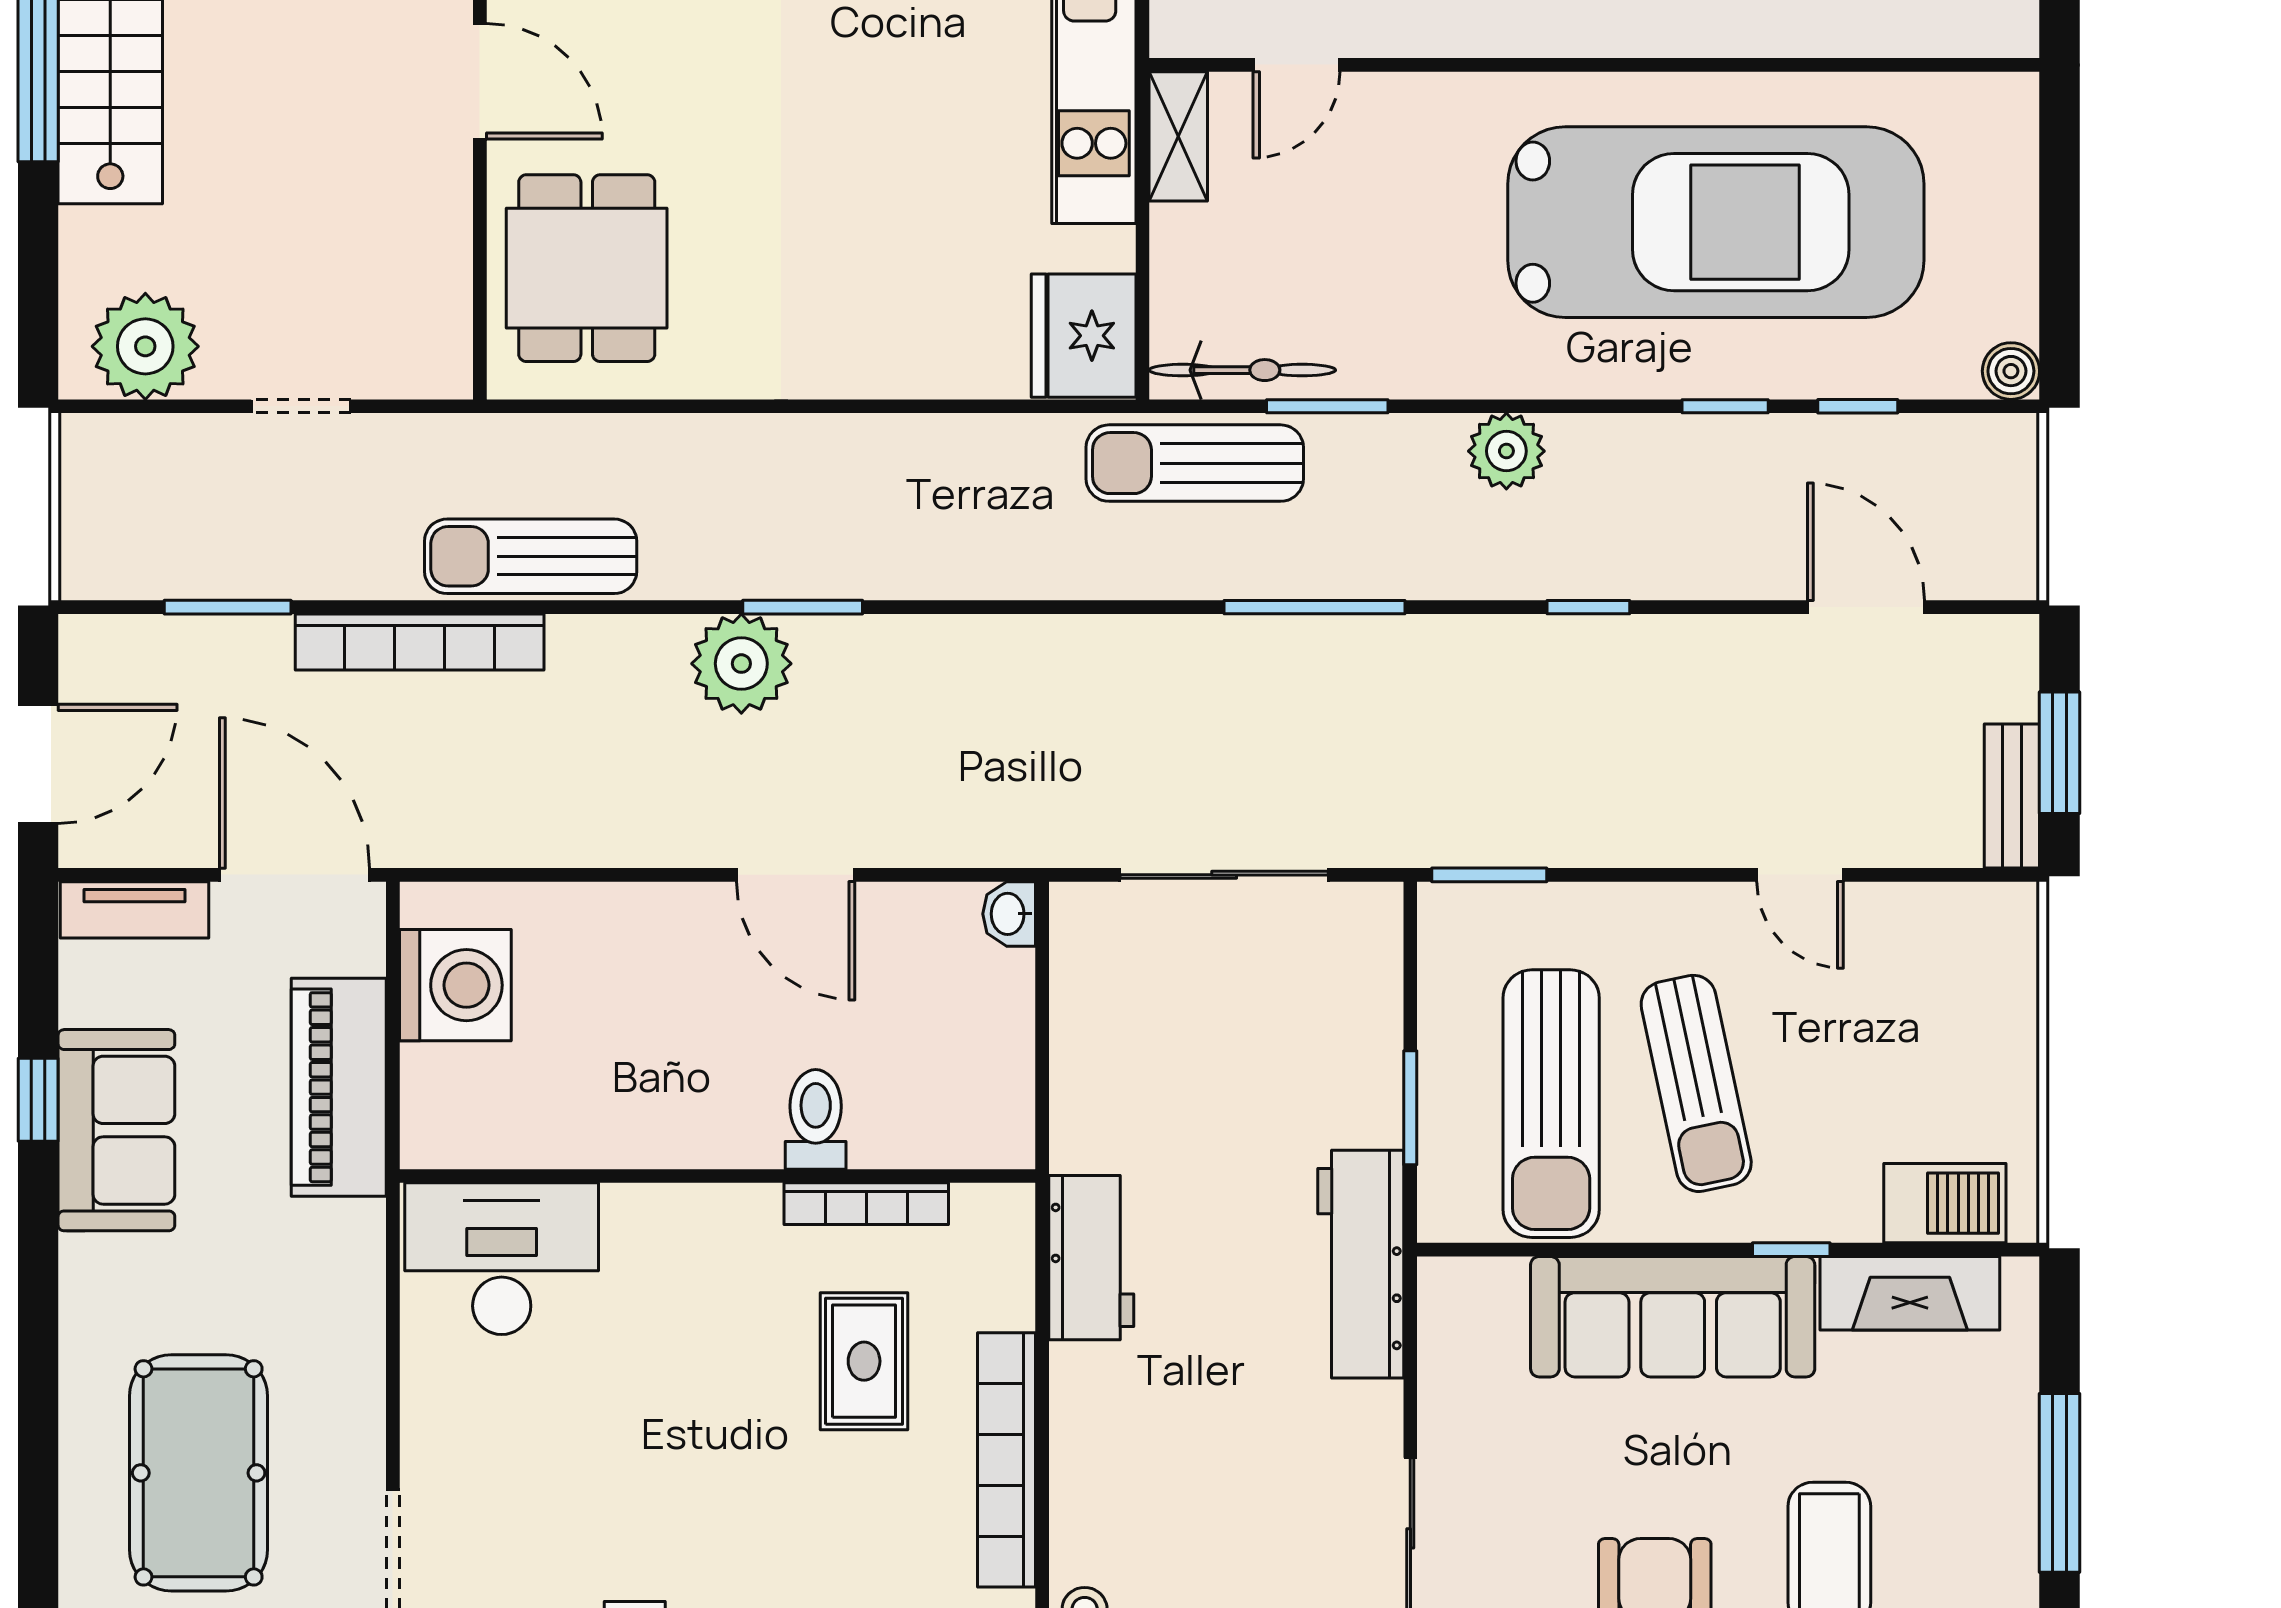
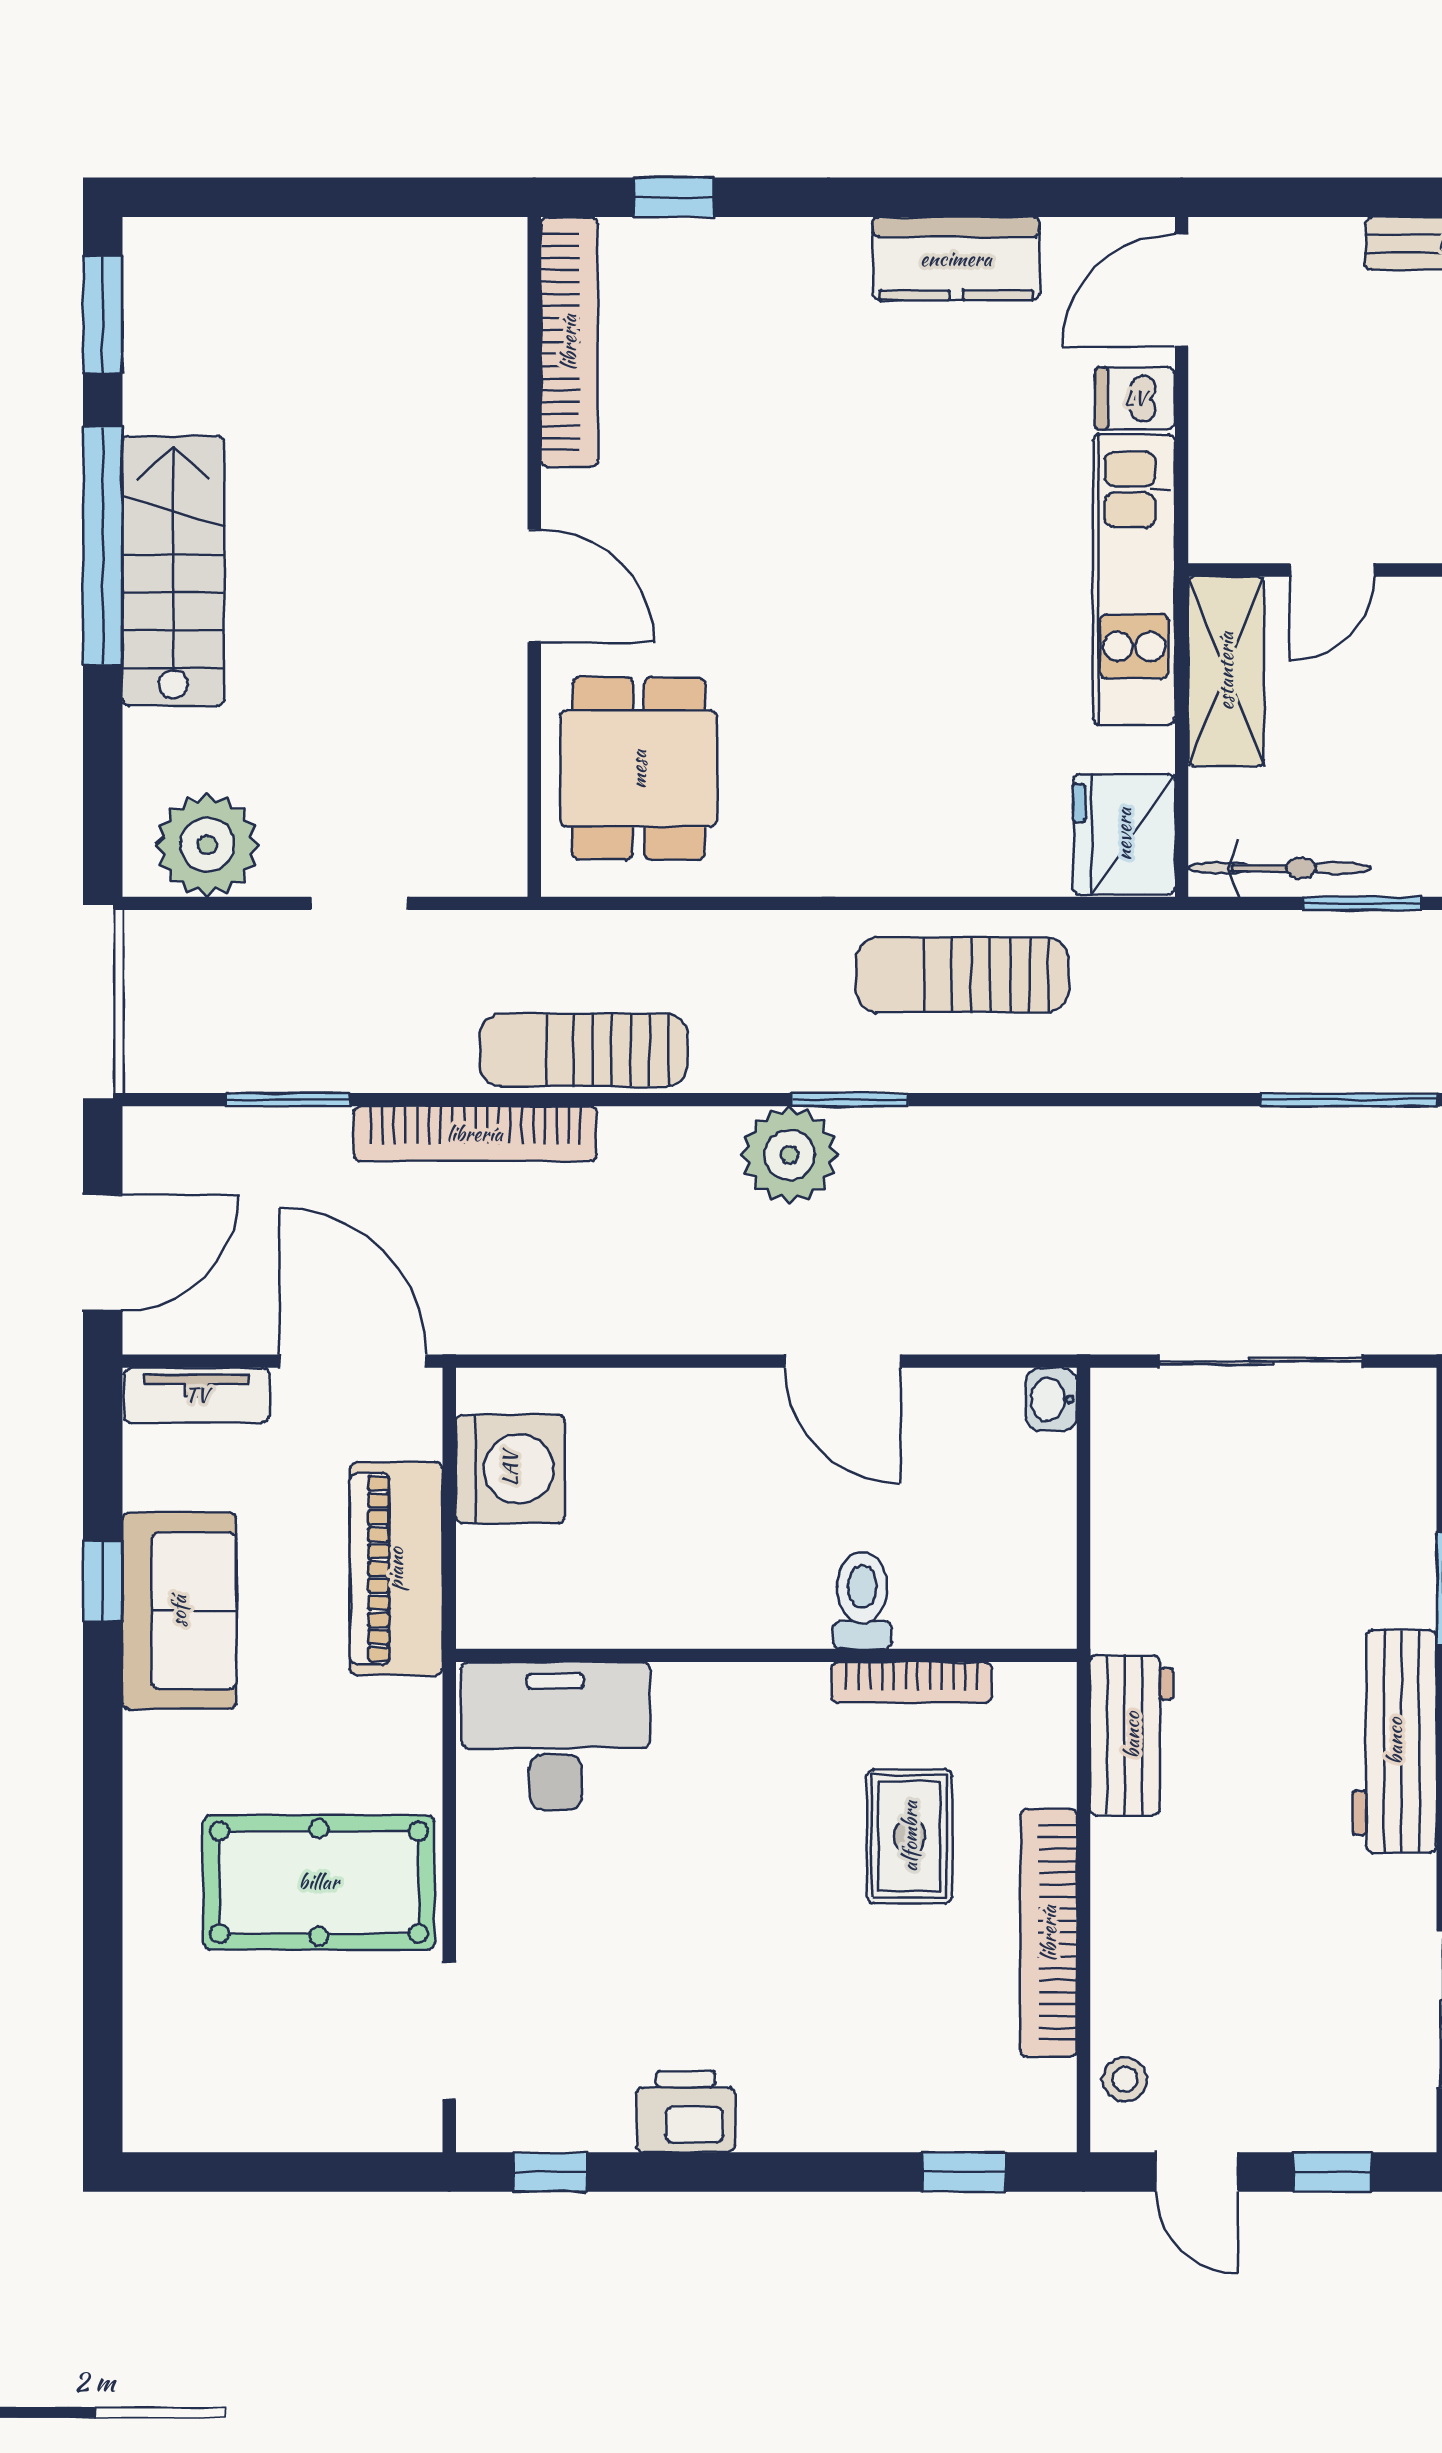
shelving: (1178, 136) -> (1226, 671), width x1.50, depth x1.33
sun lounger: (1195, 463) -> (962, 975), moved
pool table: (199, 1473) -> (319, 1882), moved, turned 90

